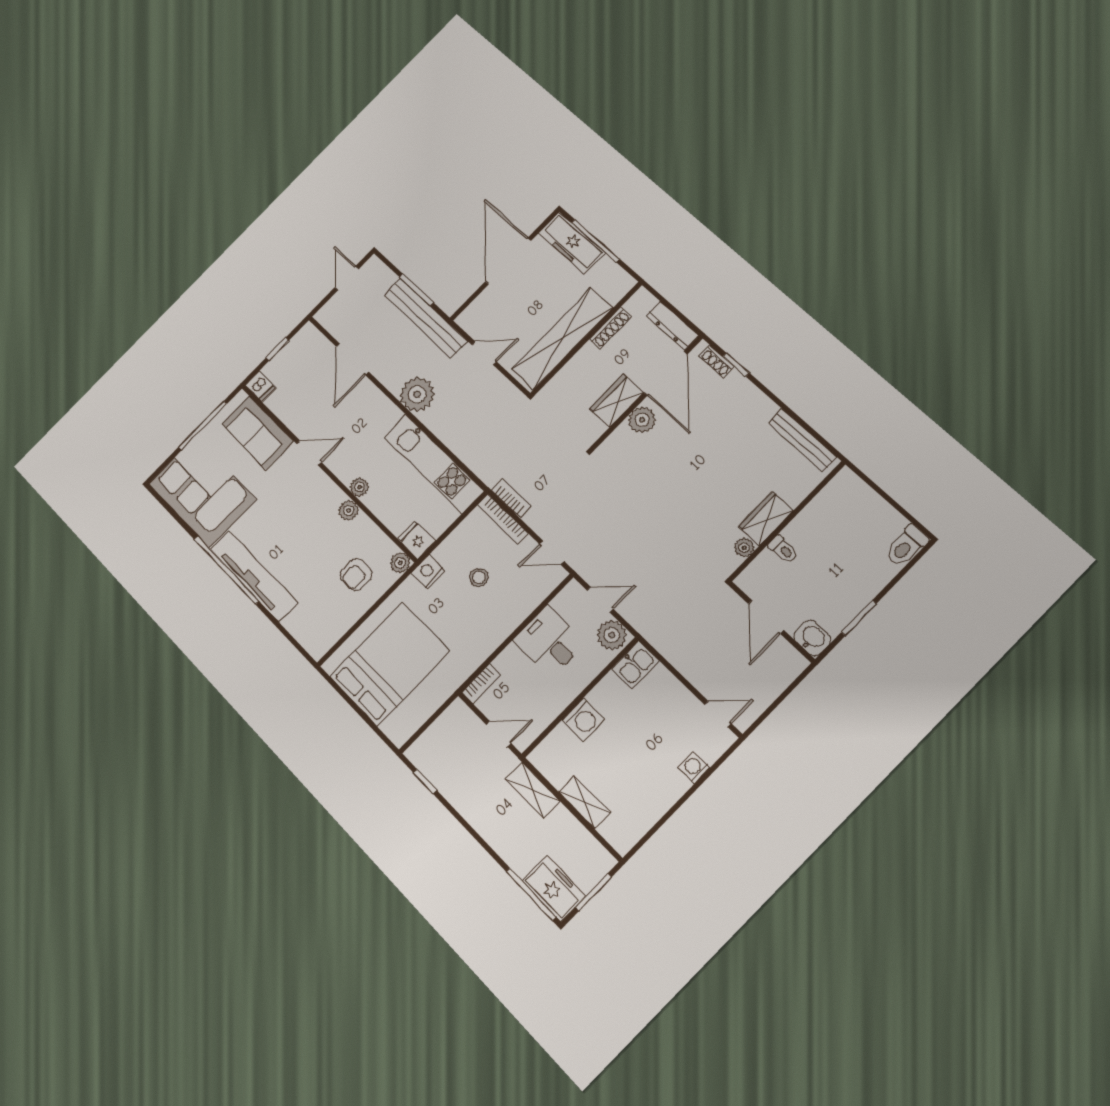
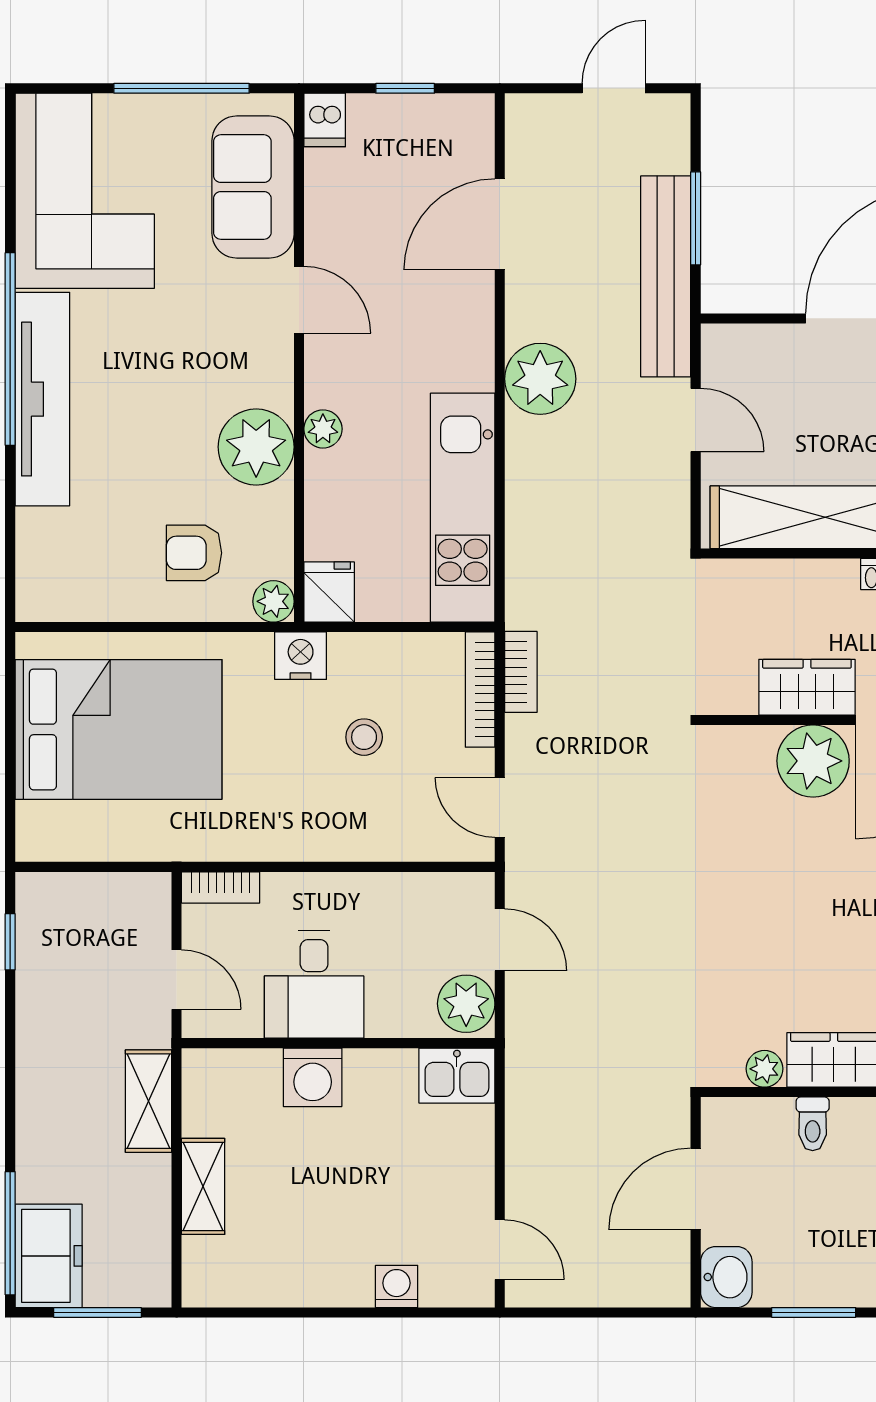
plant: (642, 420) -> (813, 761), width x1.36, depth x1.36
plant: (349, 510) -> (256, 447), width x1.87, depth x1.87
desk: (549, 641) -> (314, 985), moved, turned 180

